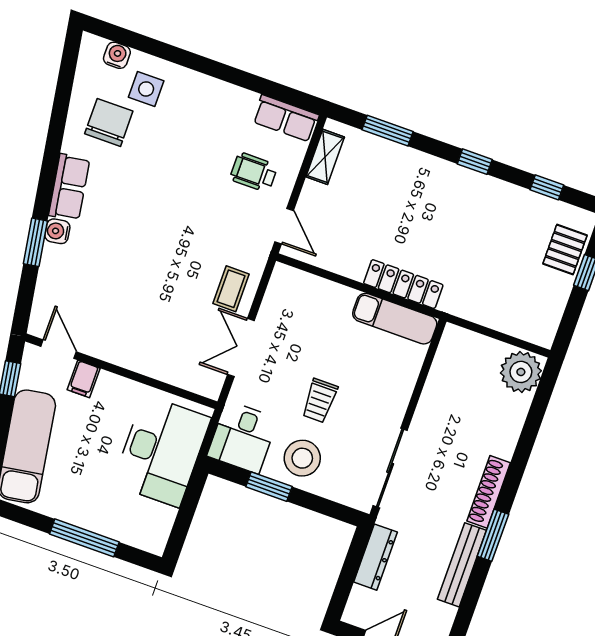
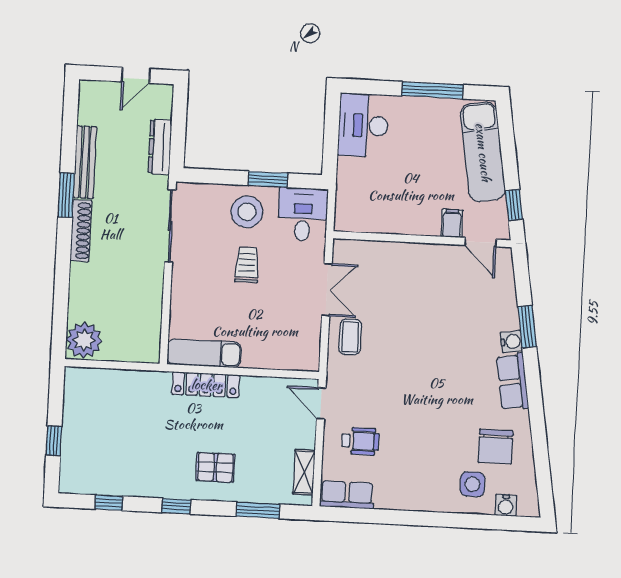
pallet: (565, 249) -> (215, 467), moved, turned 90
desk: (162, 451) -> (363, 125), moved, width x0.73, depth x0.77
window: (84, 538) -> (433, 90), moved

